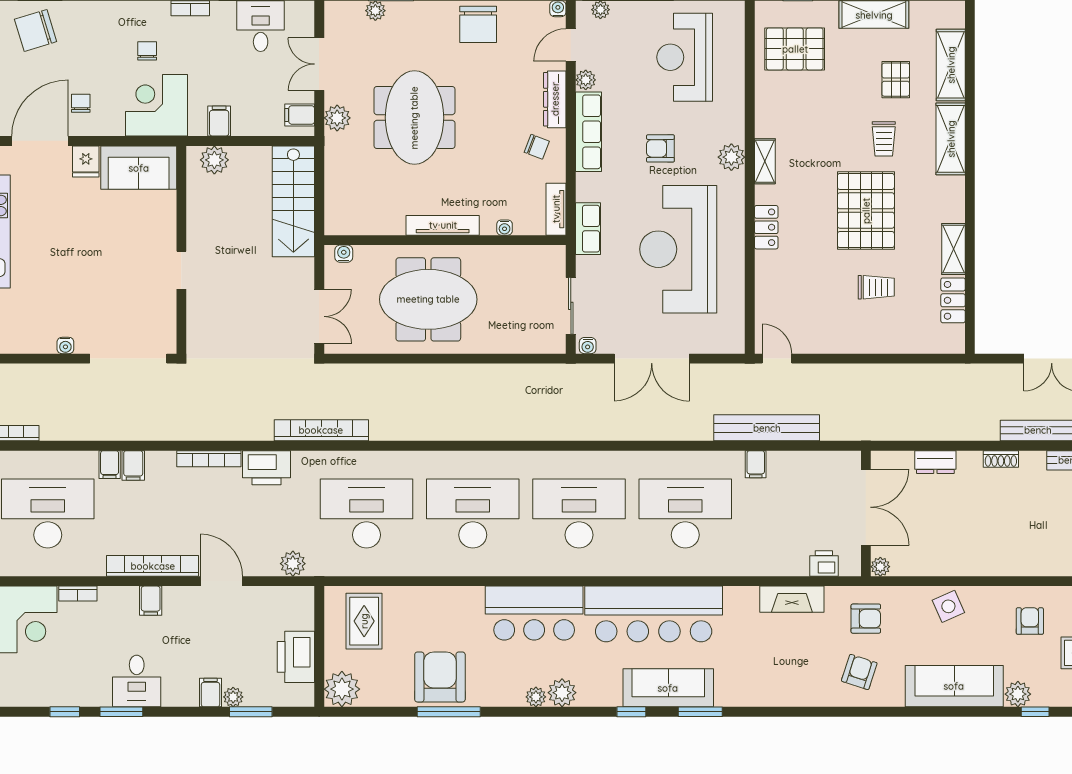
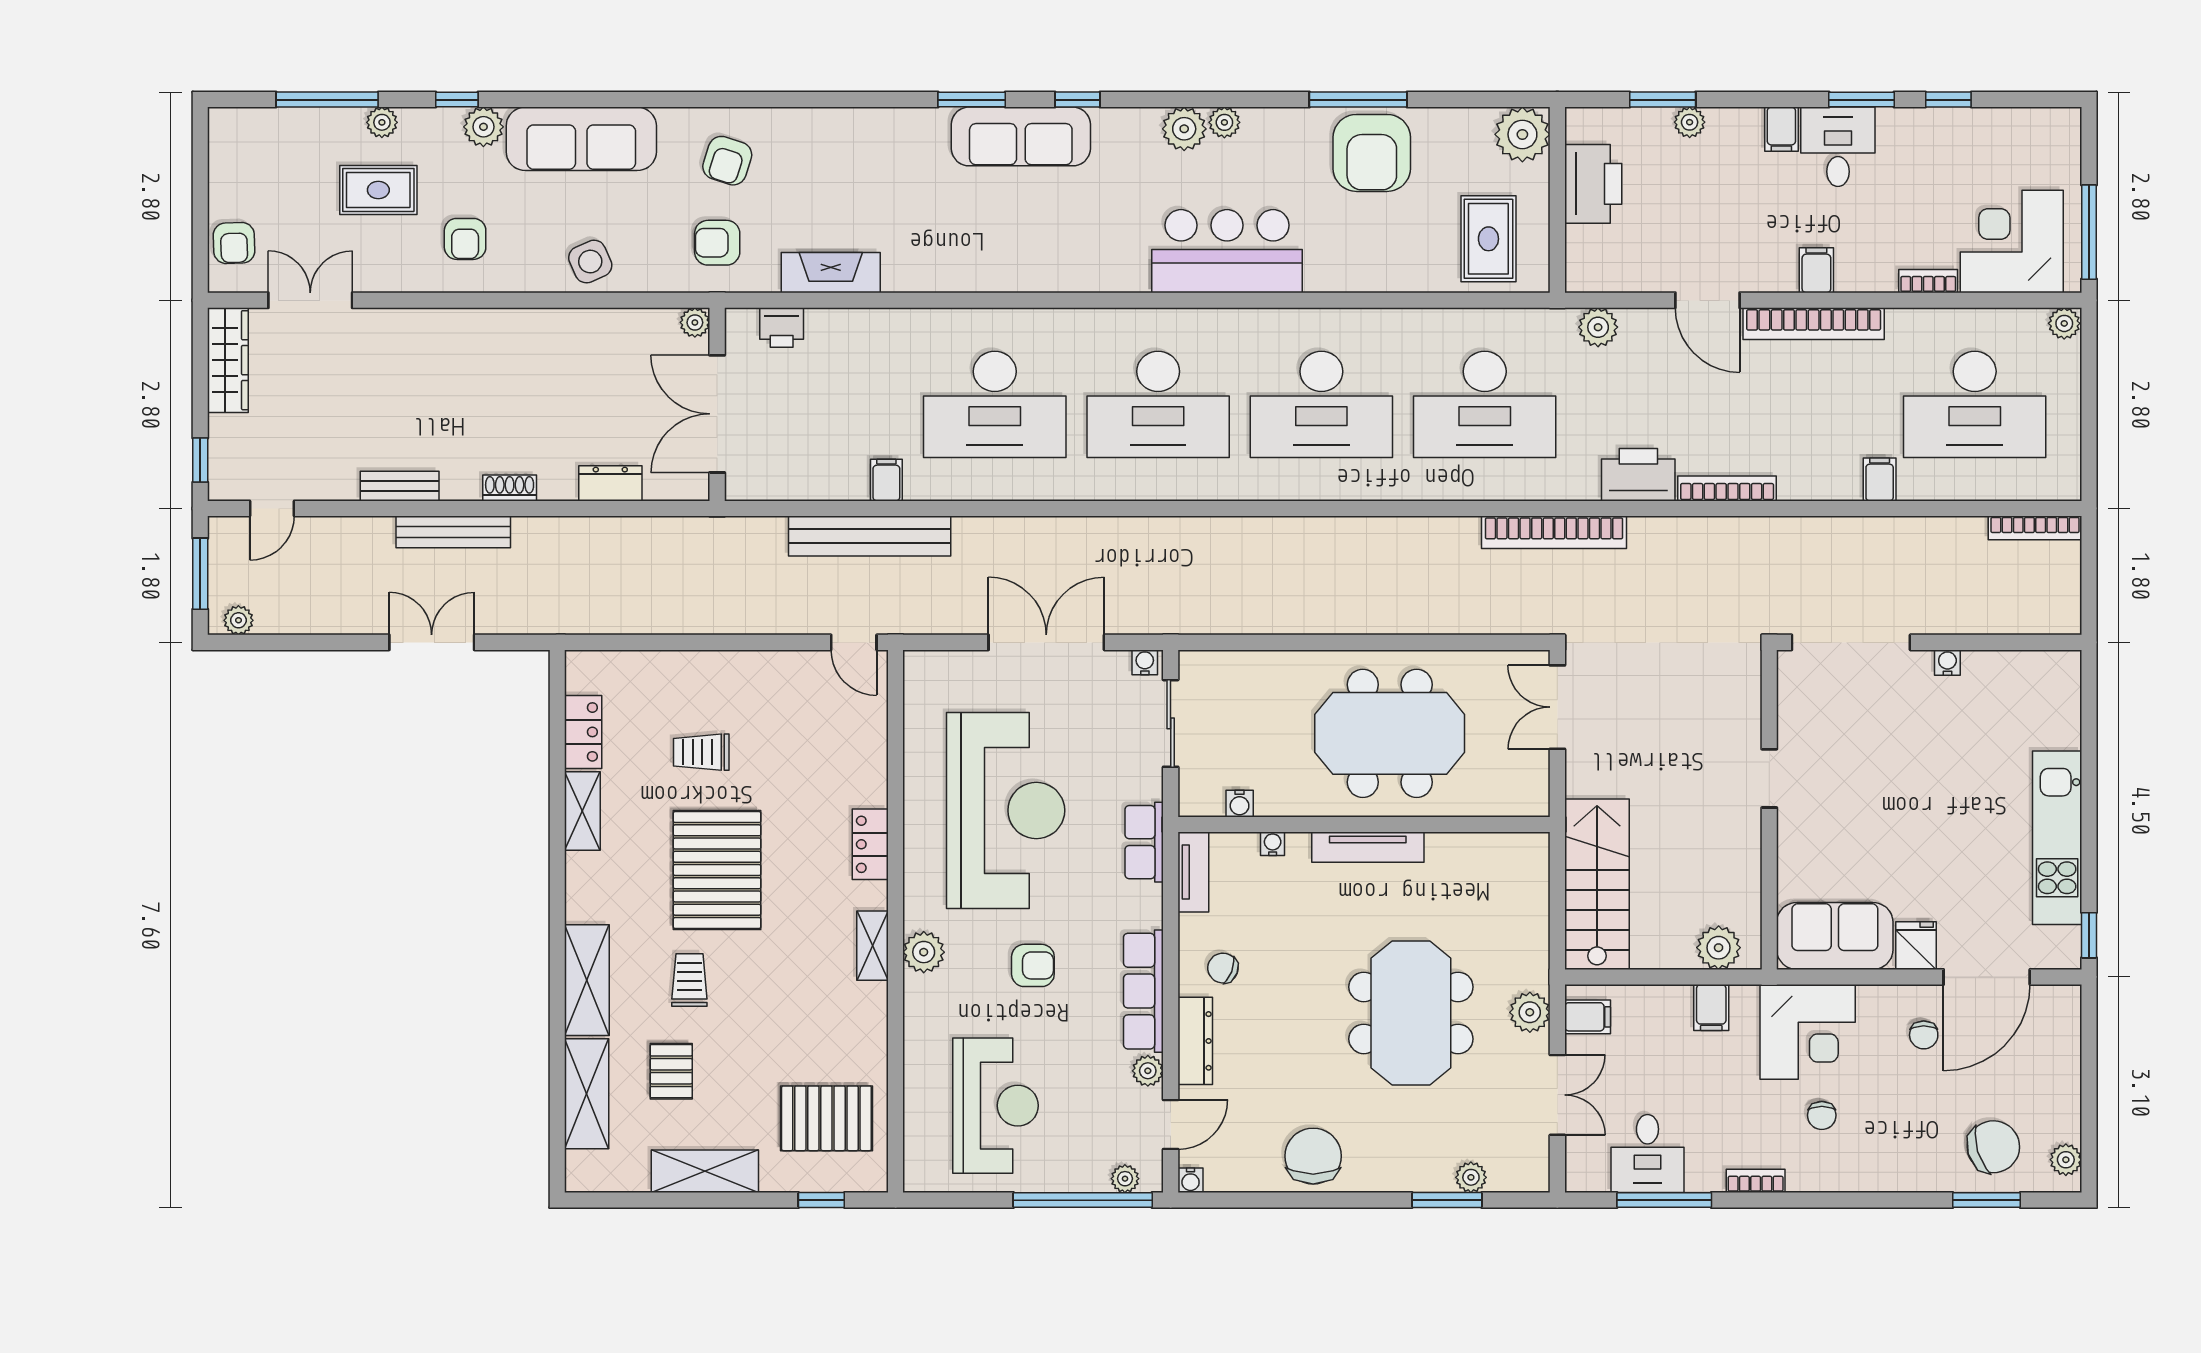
water cooler: (344, 254) -> (1240, 804), moved
filing cabinet: (133, 465) -> (1843, 478), removed
bar counter: (654, 614) -> (1043, 250), removed
filing cabinet: (211, 693) -> (1781, 129), moved

